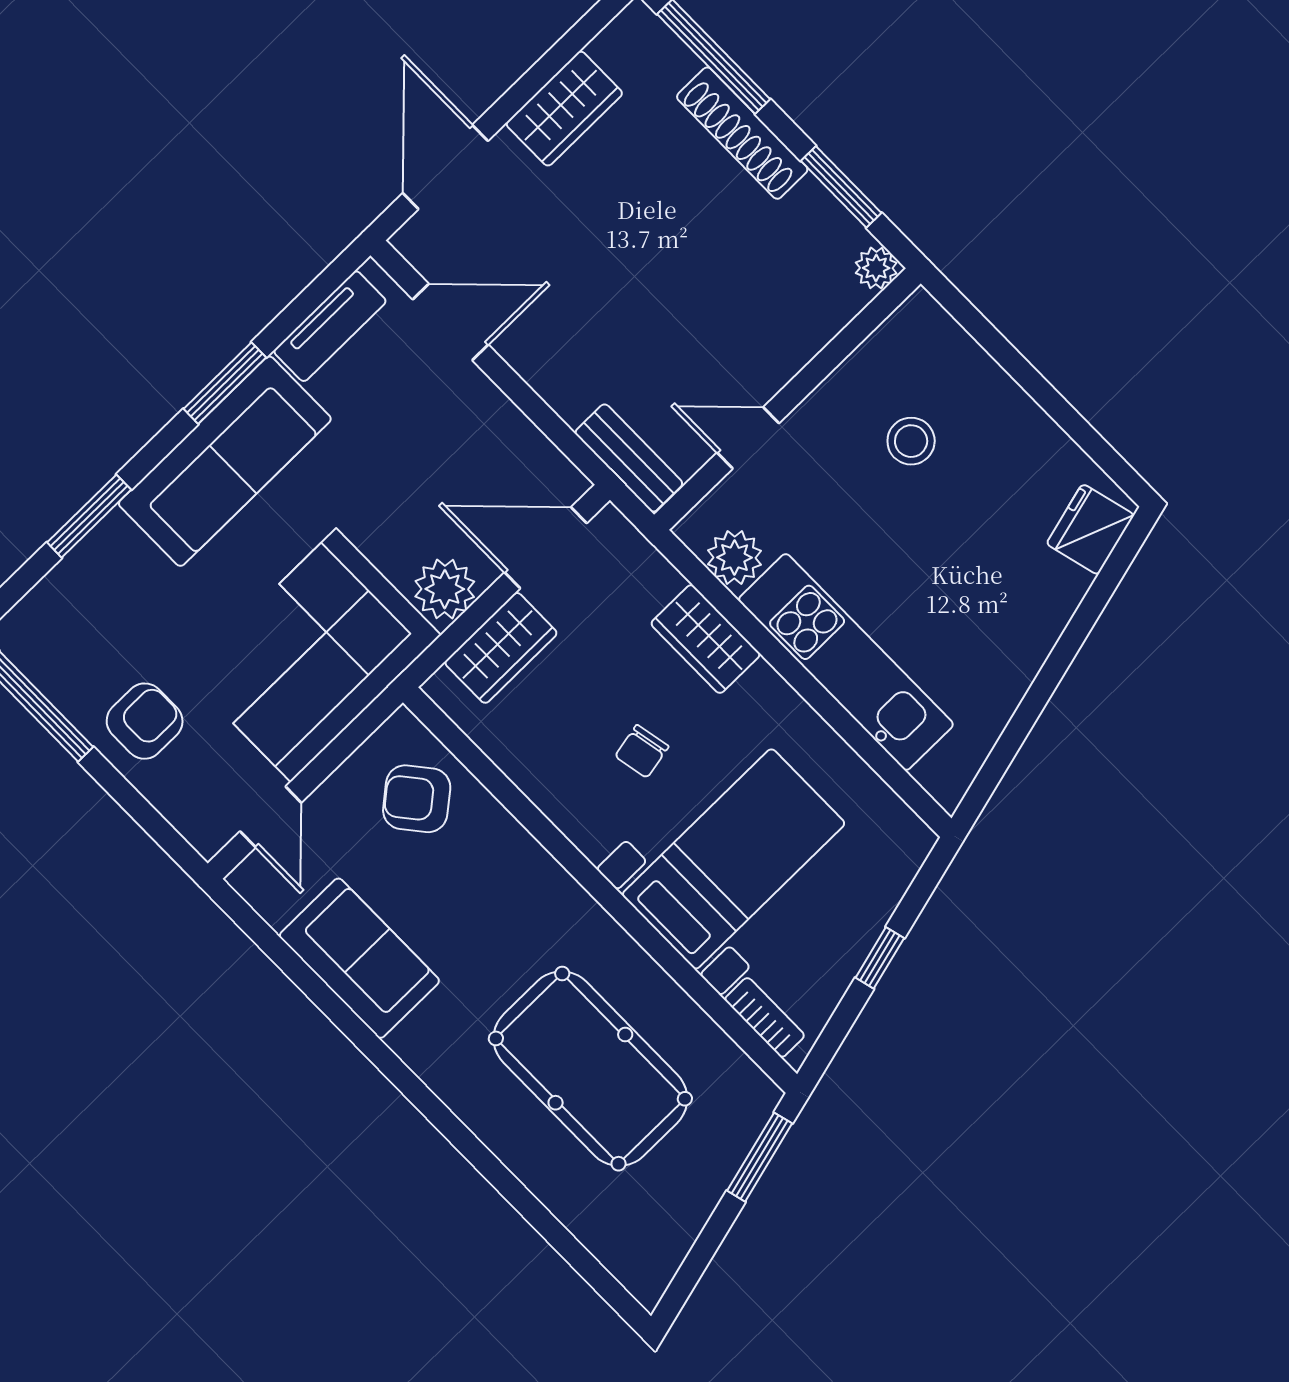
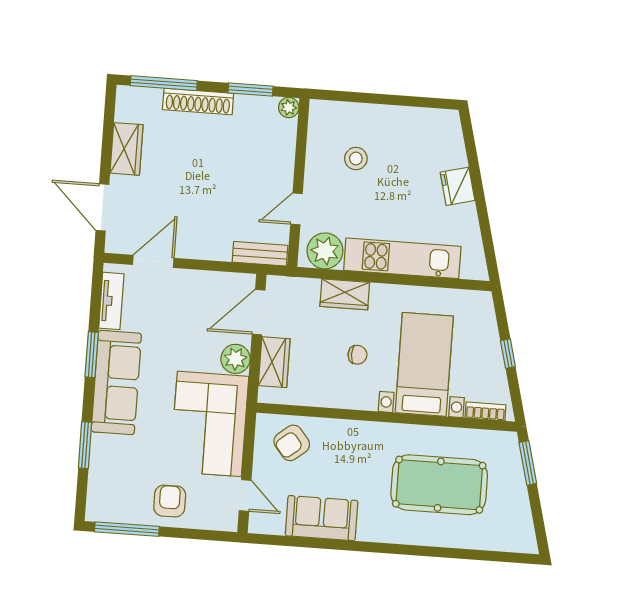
fridge: (1090, 529) -> (458, 186), moved
plant: (735, 558) -> (325, 251), width x1.36, depth x1.36
chair: (642, 751) -> (357, 355), turned -79

